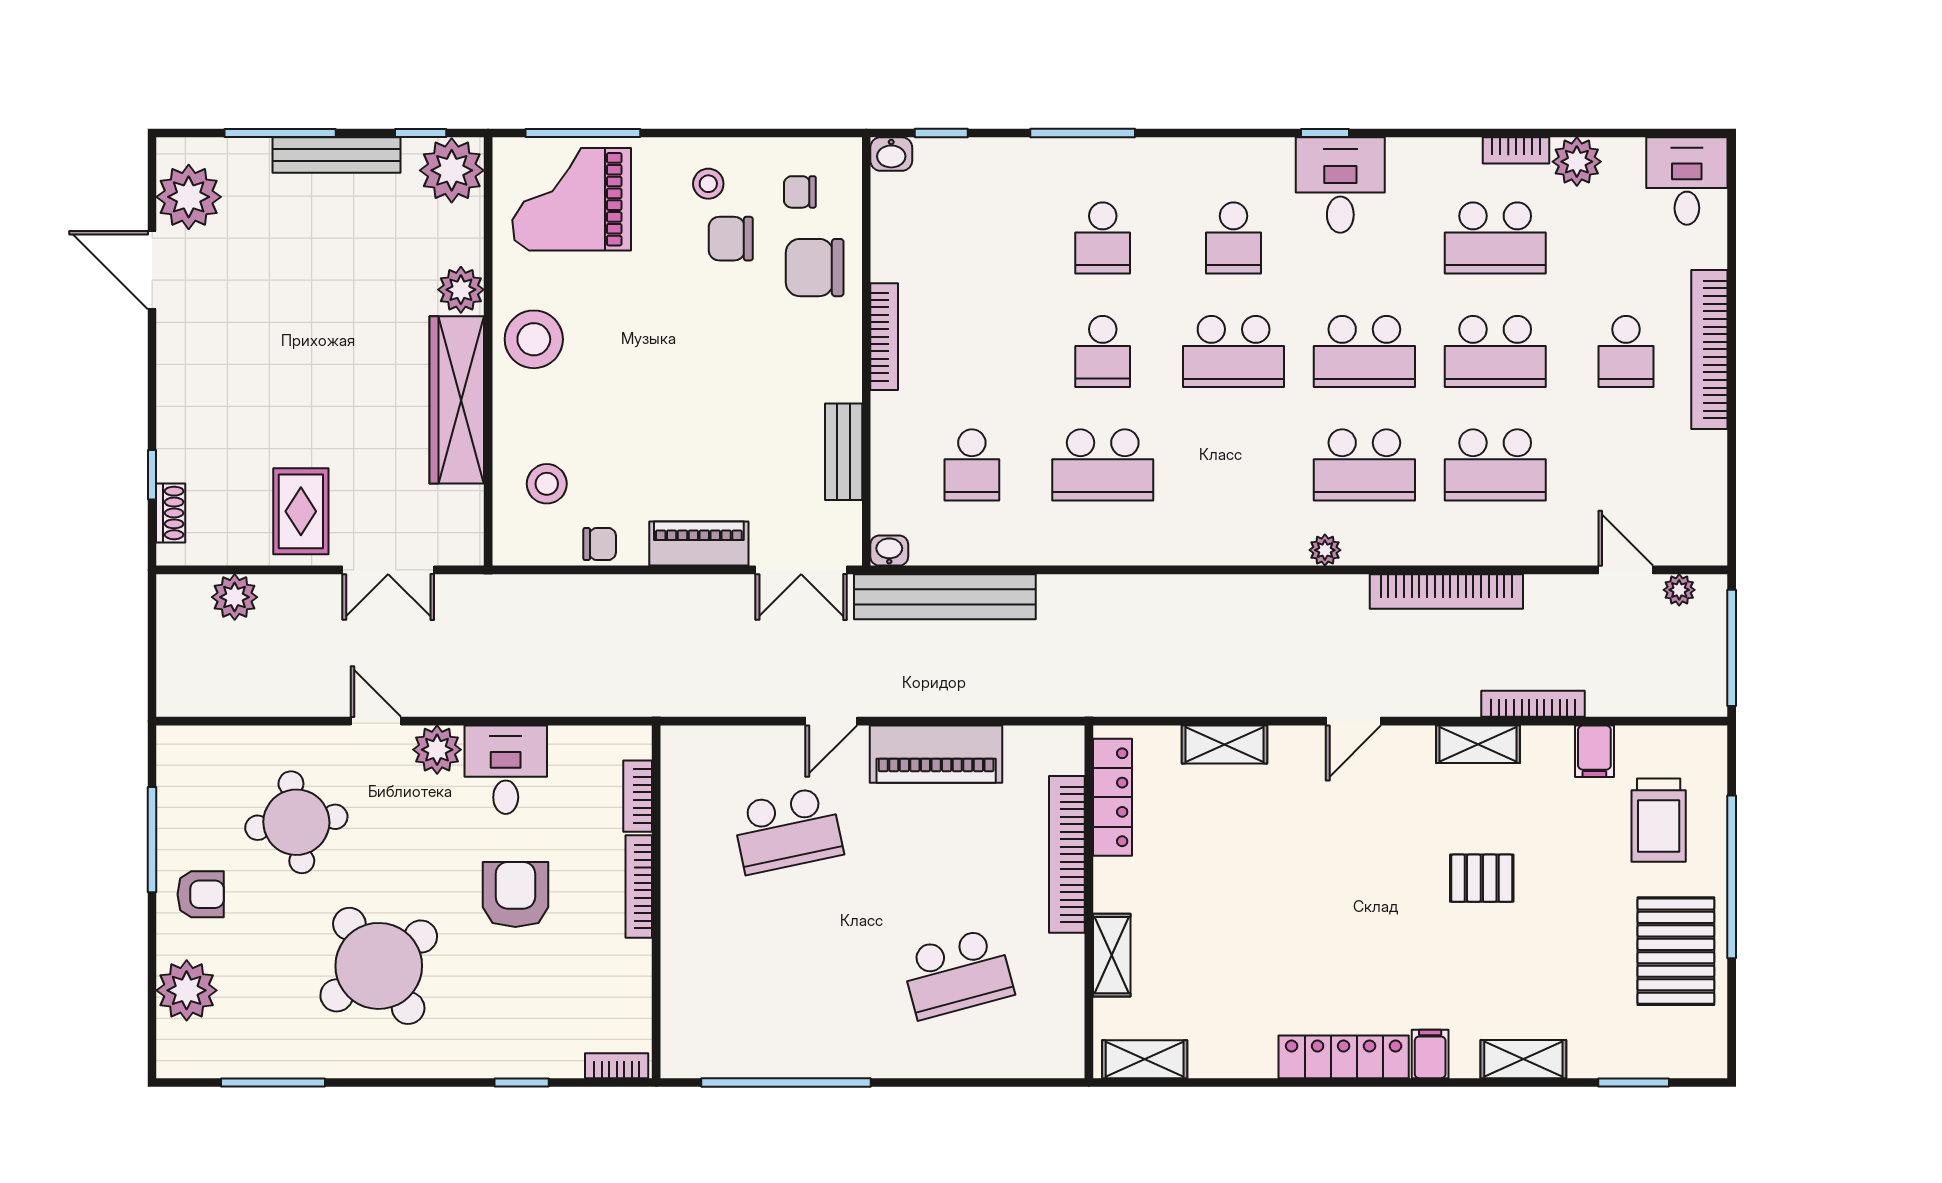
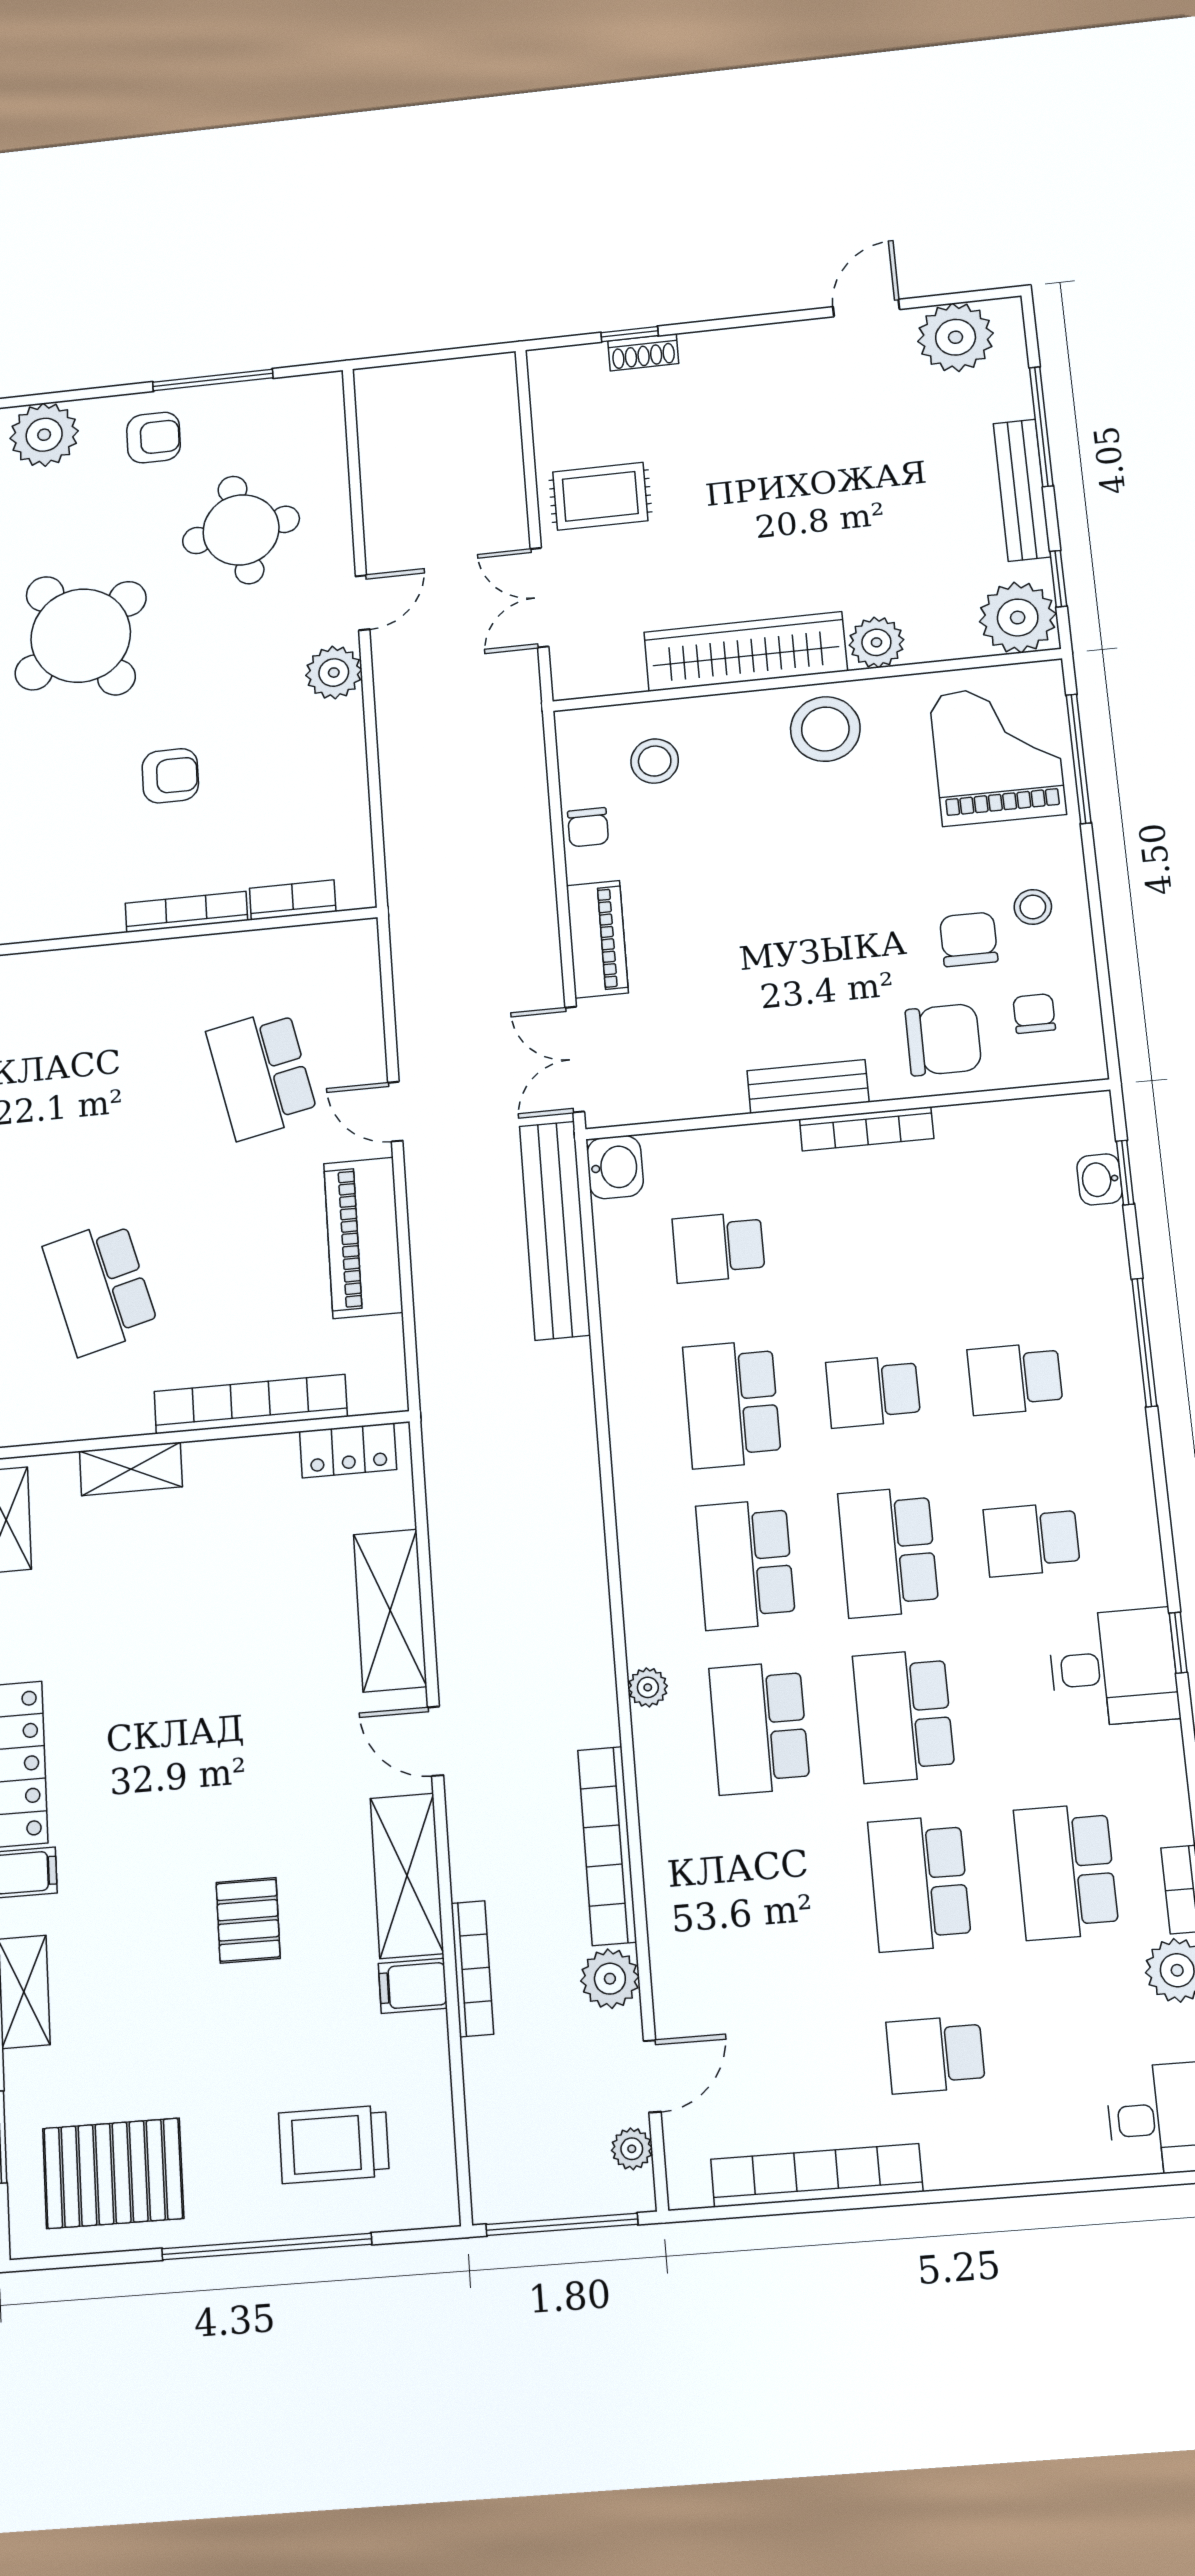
washbasin: (891, 154) -> (1100, 1179), moved
chair: (815, 268) -> (943, 1040), turned 90
door: (152, 270) -> (866, 308), width x0.73
bookcase: (1709, 349) -> (817, 2175), moved
bench: (844, 452) -> (808, 1087), moved
school desk: (1495, 465) -> (745, 1564), moved
shoe rack: (171, 513) -> (643, 352), moved
washbasin: (889, 551) -> (615, 1167), width x1.38, depth x1.45
plant: (235, 597) -> (610, 1979), moved
shelving: (1478, 744) -> (407, 1876), width x1.50, depth x1.33
shelving: (1225, 745) -> (390, 1610), width x1.50, depth x1.33
filing cabinet: (1594, 751) -> (413, 1986), moved
desk: (506, 770) -> (315, 750), removed
locker: (1112, 797) -> (348, 1450), width x0.66
armchair: (201, 894) -> (154, 438), turned -90
armchair: (515, 894) -> (170, 776), width x0.72, depth x0.72
pallet: (1676, 951) -> (113, 2173), moved

